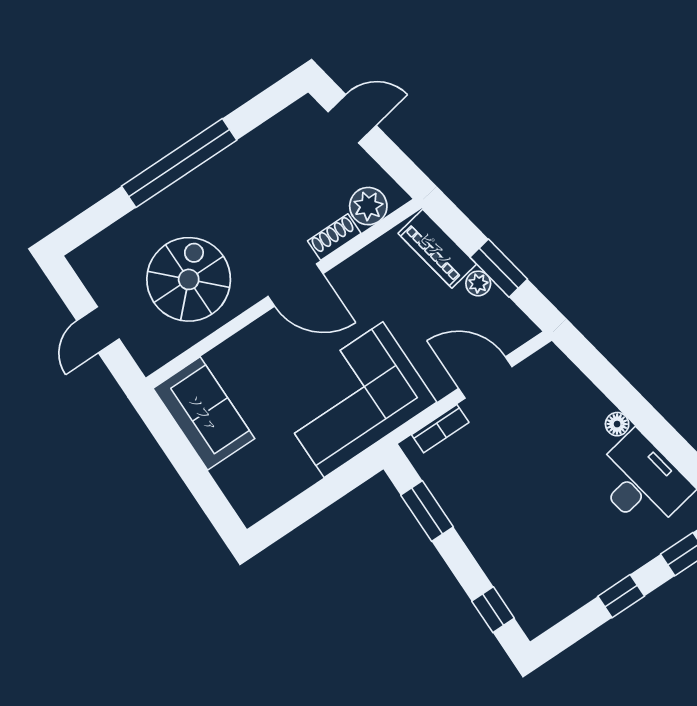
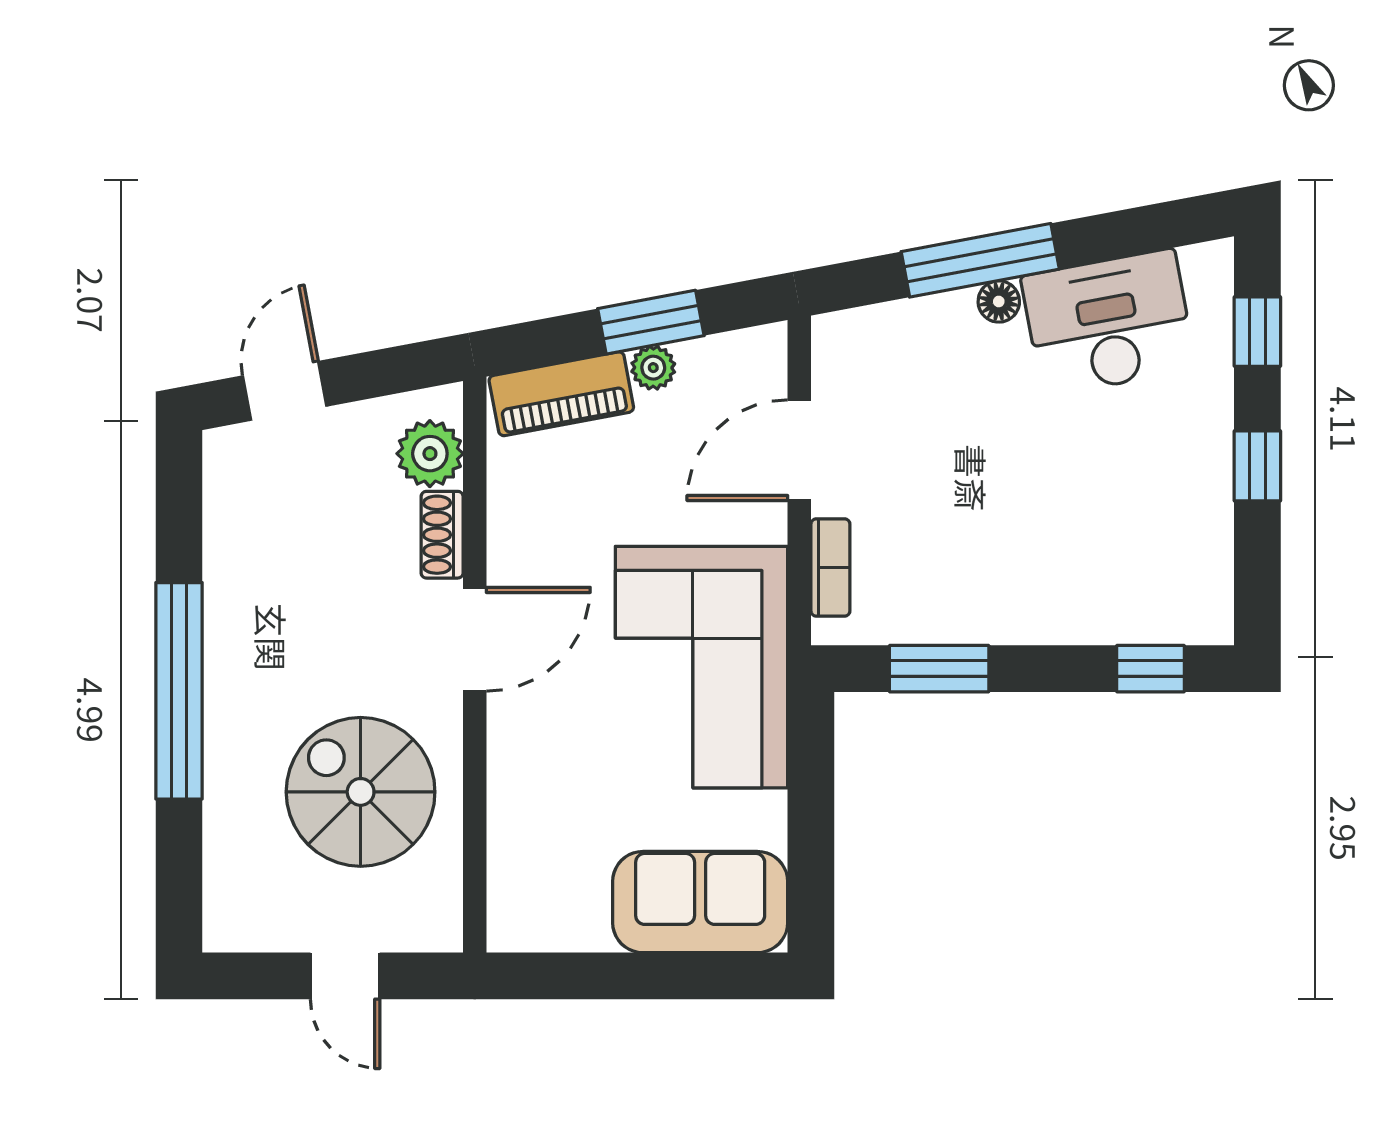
window: (631, 403) -> (980, 260), added
sofa: (204, 413) -> (700, 902), moved

